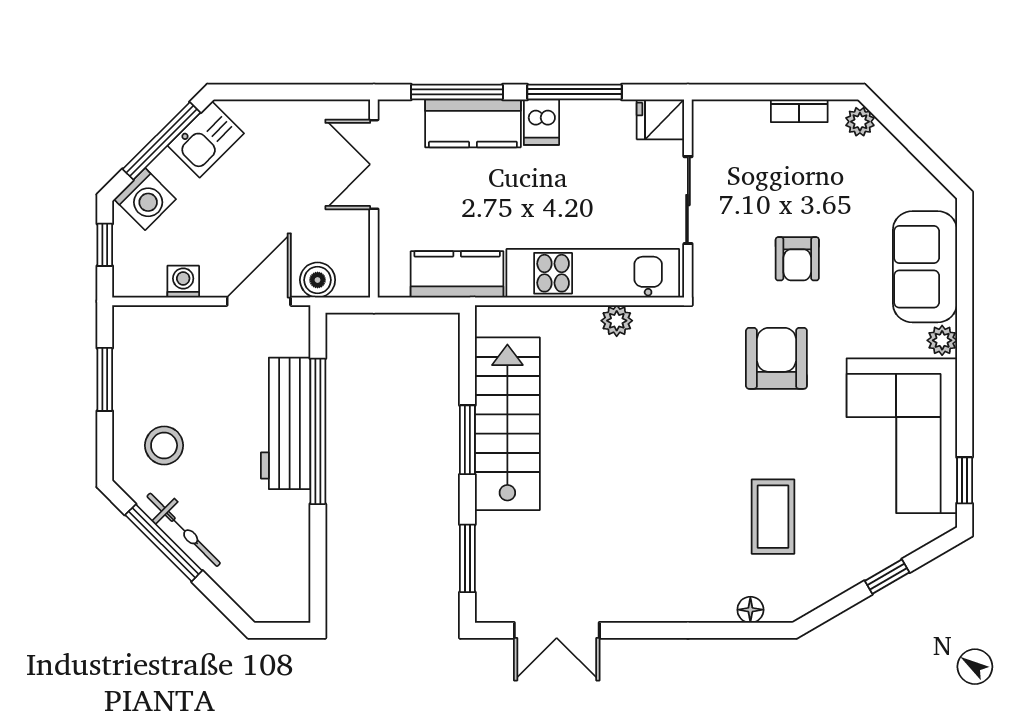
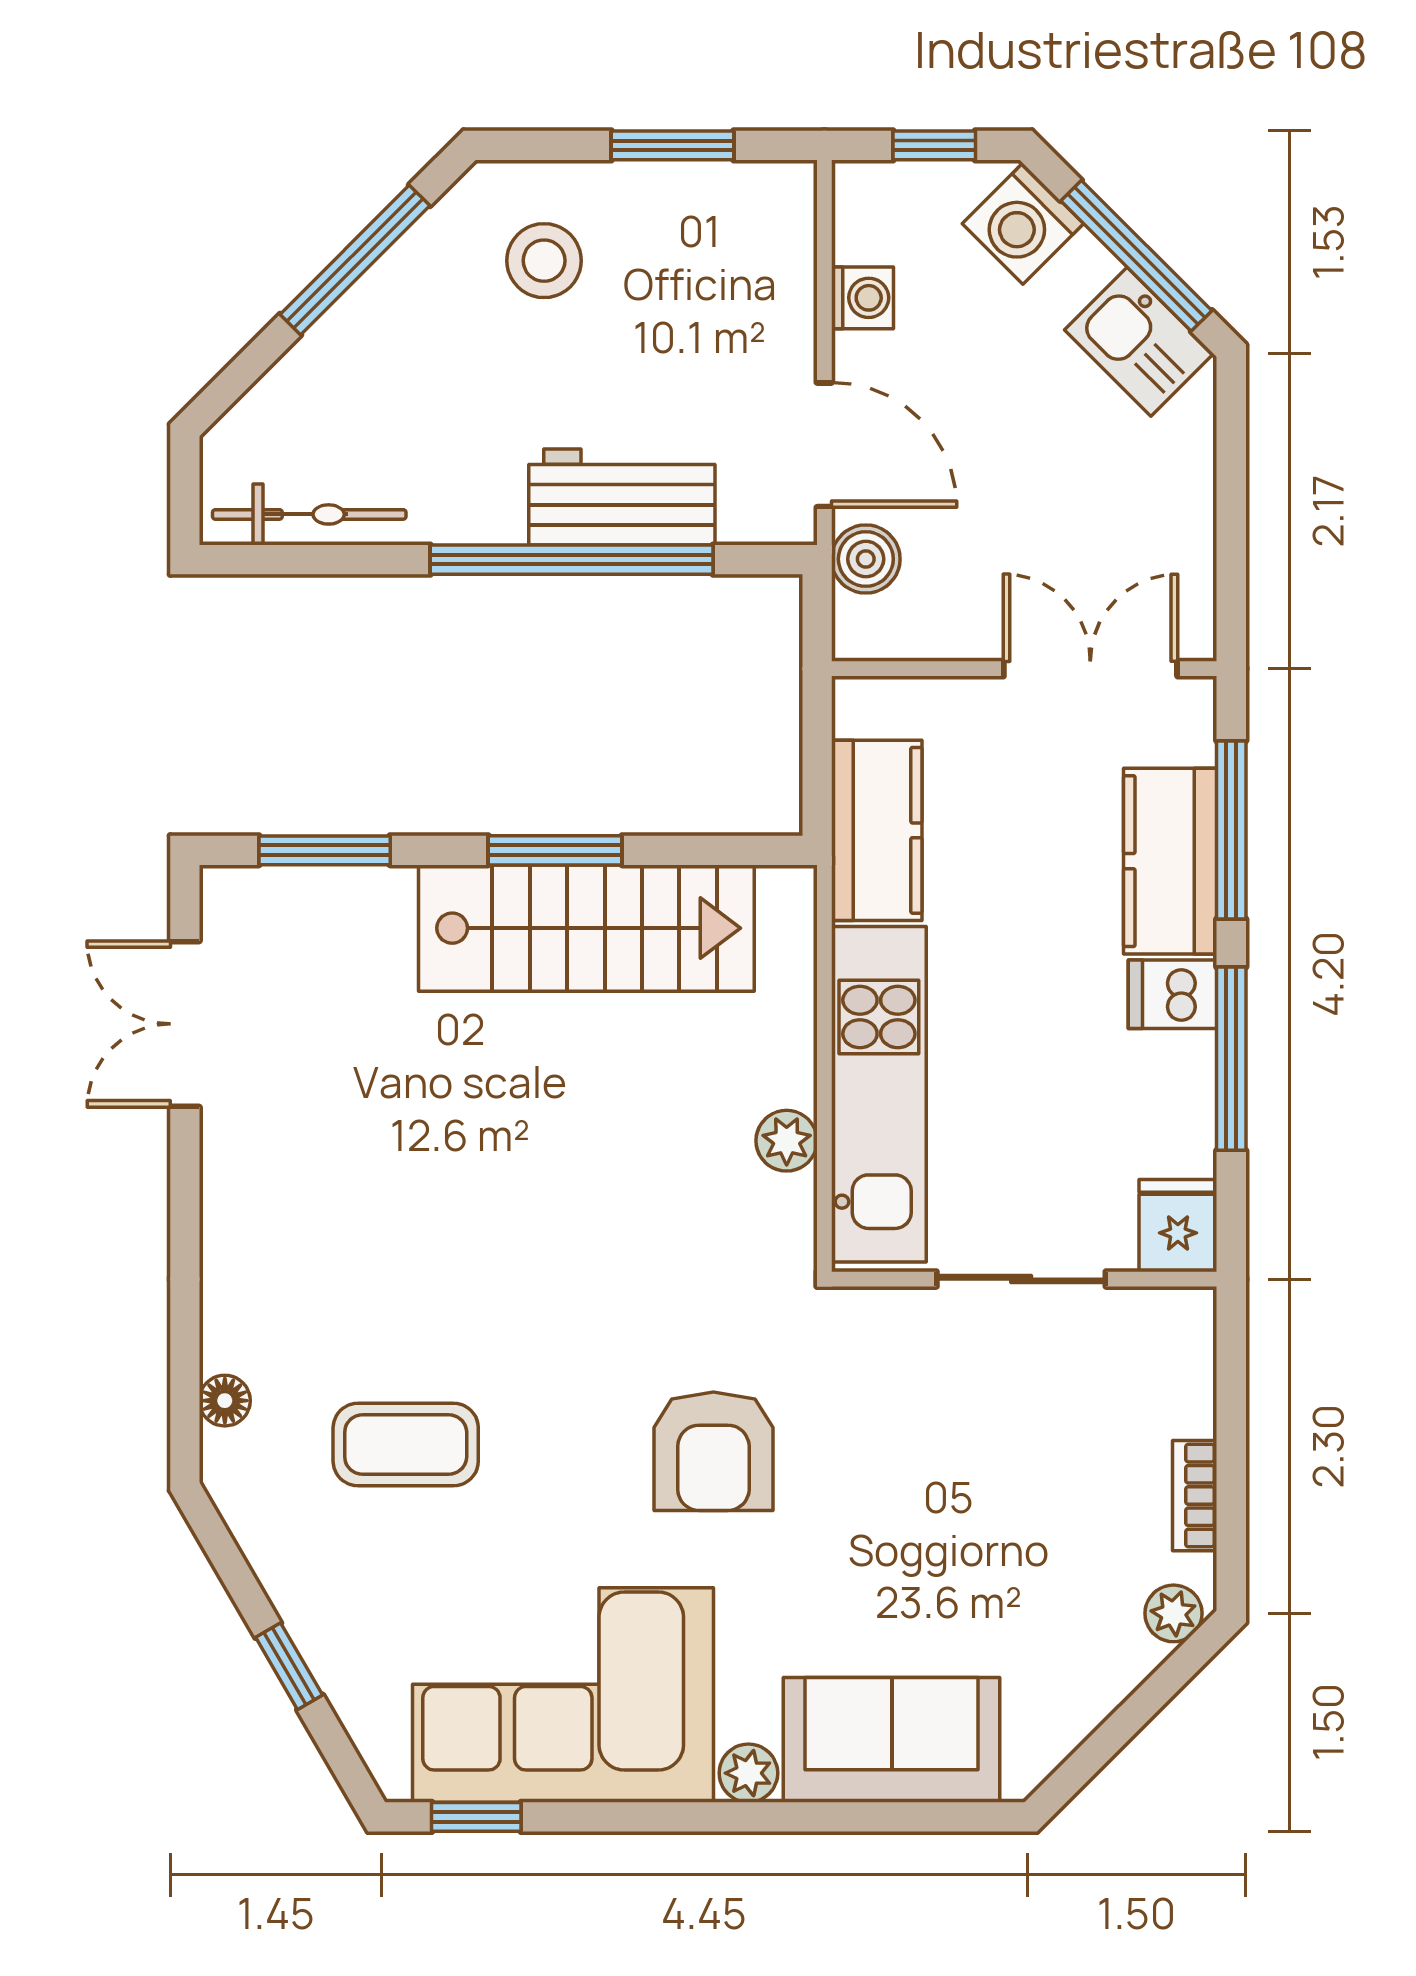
armchair: (797, 259) -> (907, 1492), removed
armchair: (776, 358) -> (713, 1451), turned 90
workbench: (286, 423) -> (622, 497), width x0.73
bicycle: (184, 530) -> (309, 514), moved, turned -135

